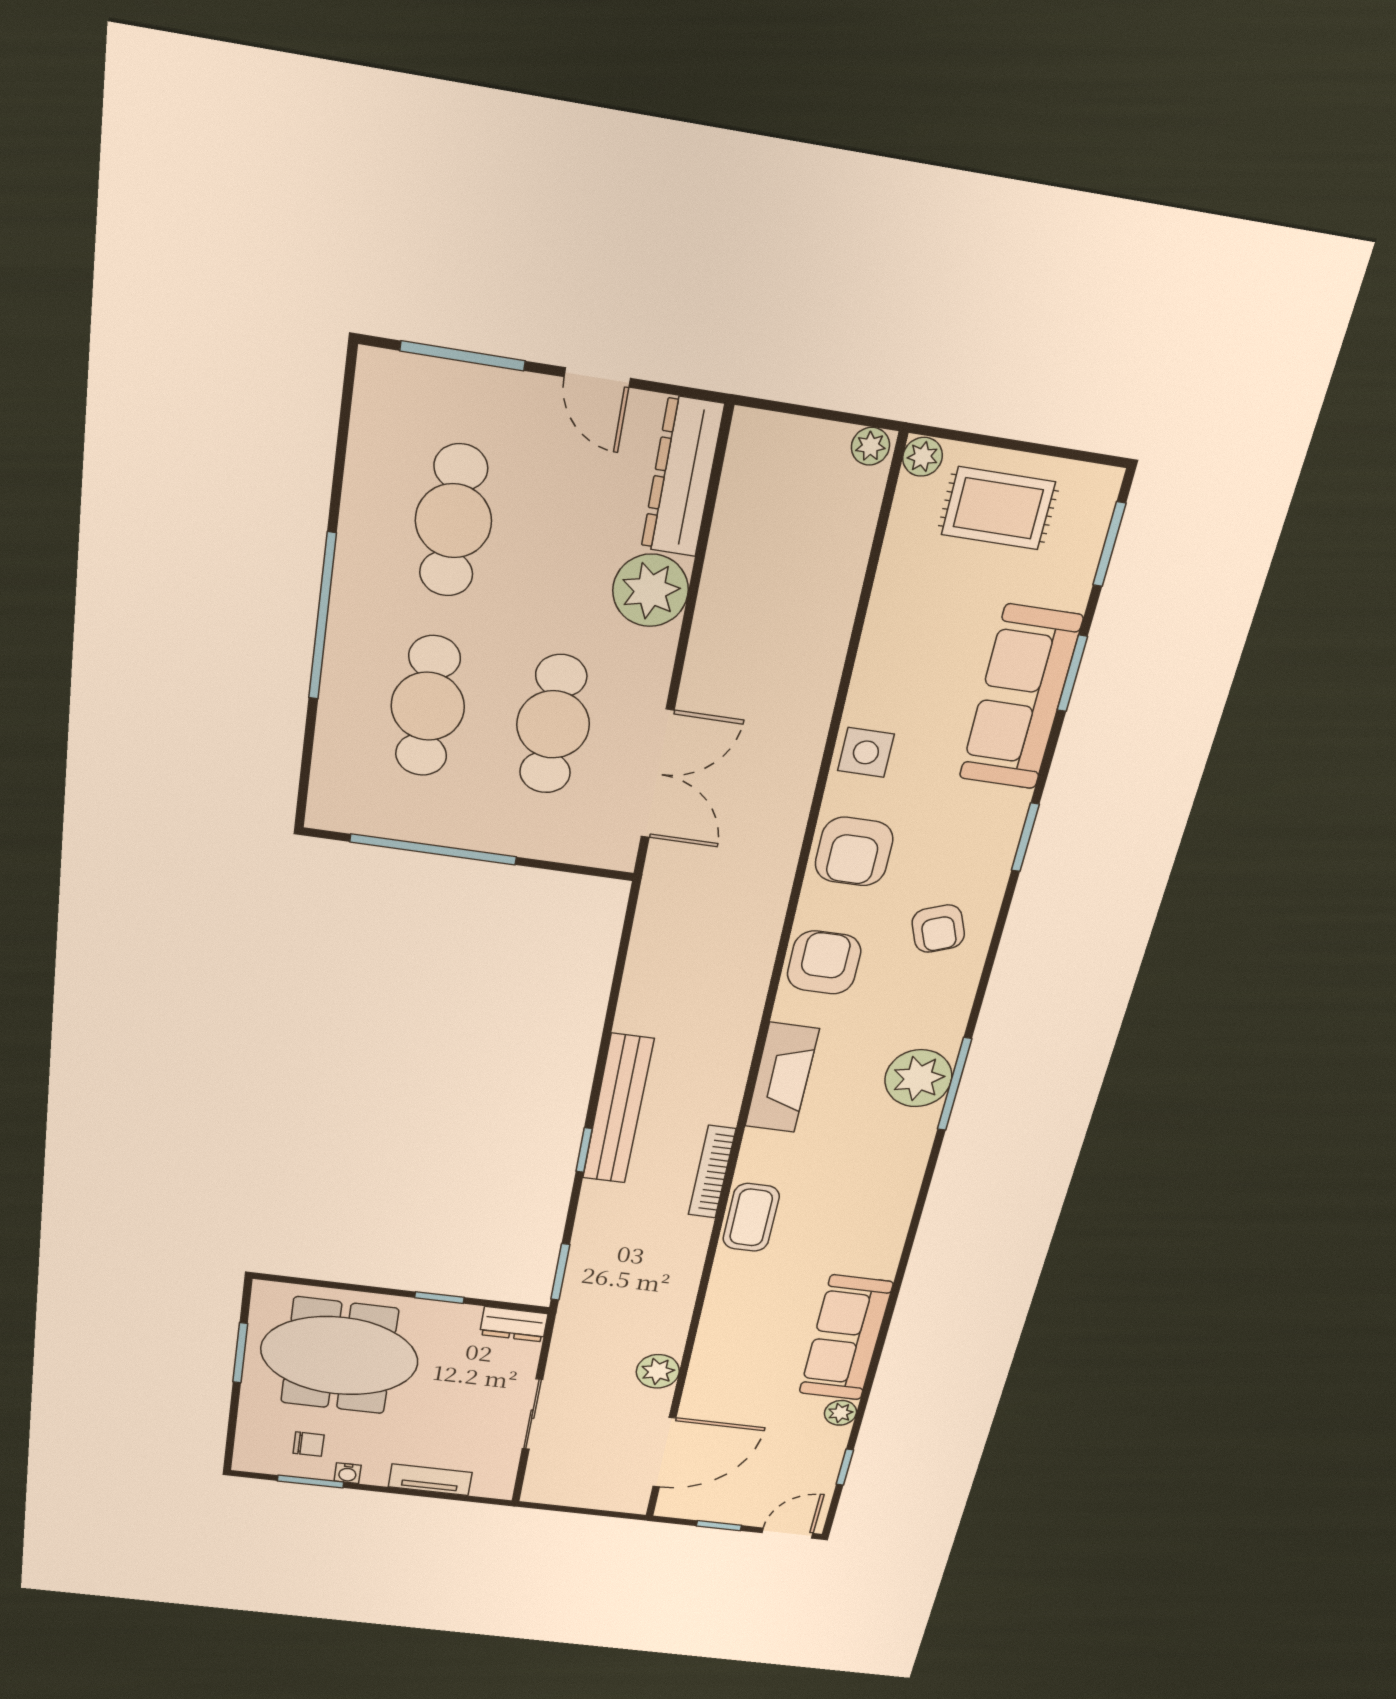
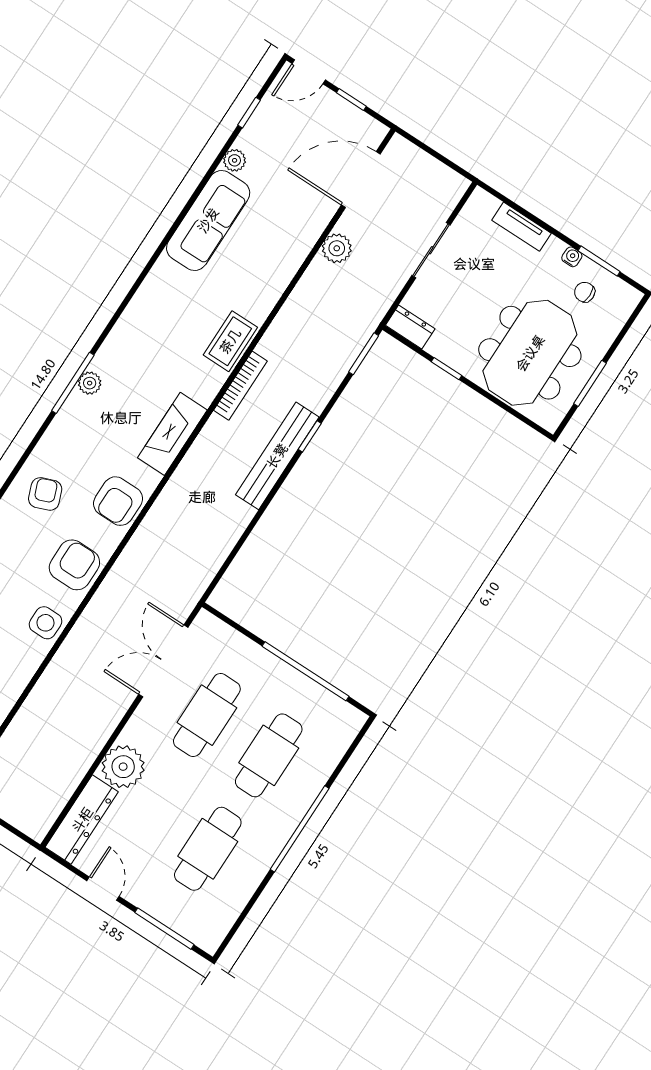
plant: (918, 1078) -> (90, 383), width x0.53, depth x0.53
meeting table: (339, 1356) -> (530, 353), turned 90

